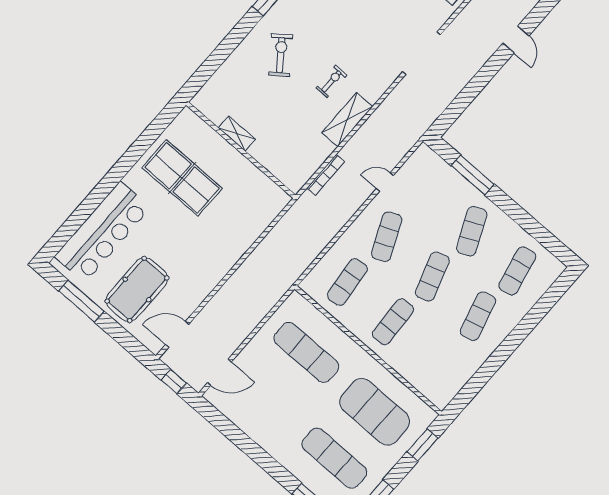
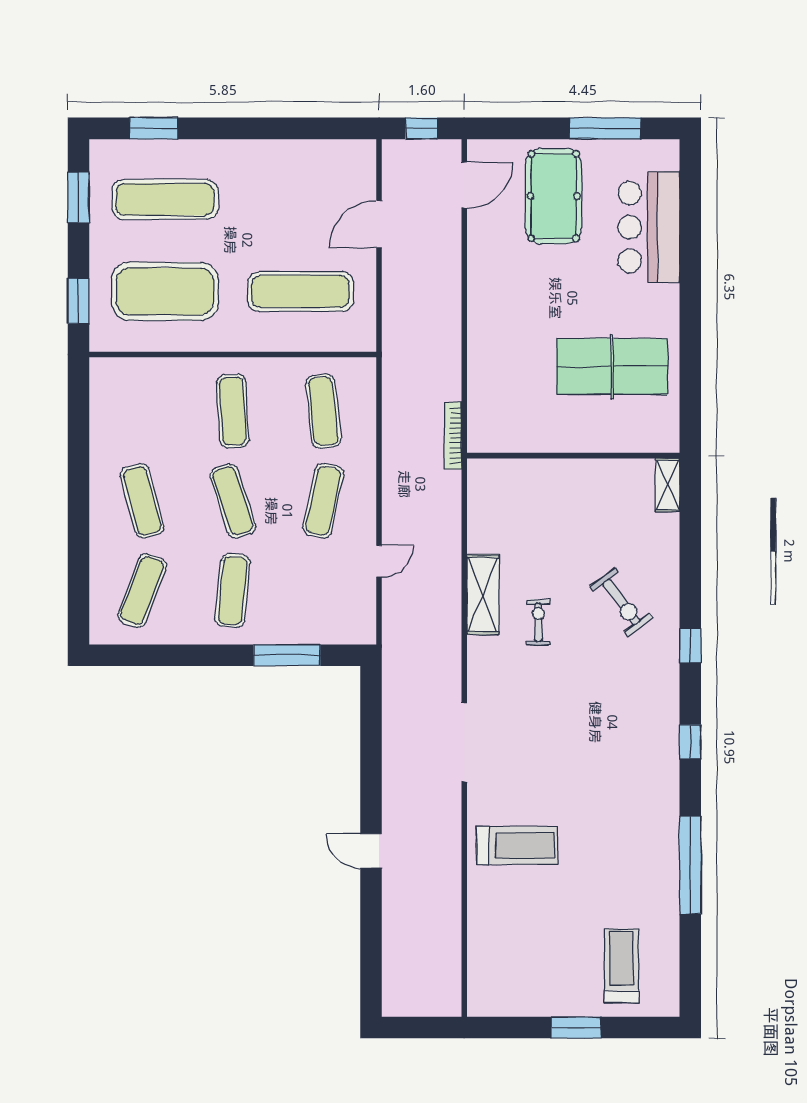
exercise bike: (331, 81) -> (538, 622), turned 180
shelving: (237, 134) -> (668, 485), moved, turned 90
bookcase: (326, 175) -> (453, 436), moved
exercise mat: (472, 231) -> (233, 591), turned 30
bar counter: (102, 232) -> (649, 227), width x0.73
exercise mat: (387, 237) -> (323, 501), turned 36
exercise mat: (517, 271) -> (142, 591), turned 33
door: (220, 372) -> (379, 224), moved

